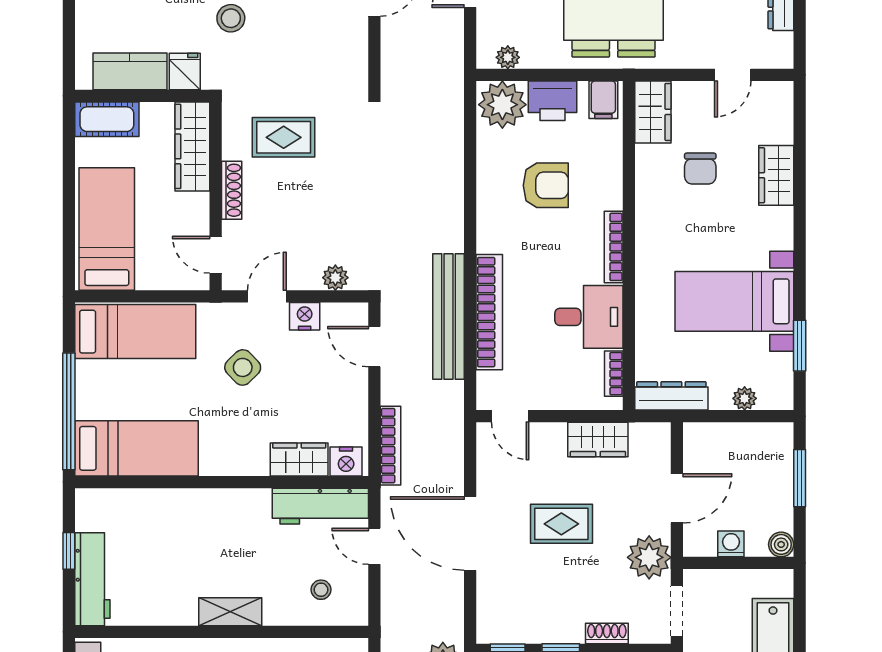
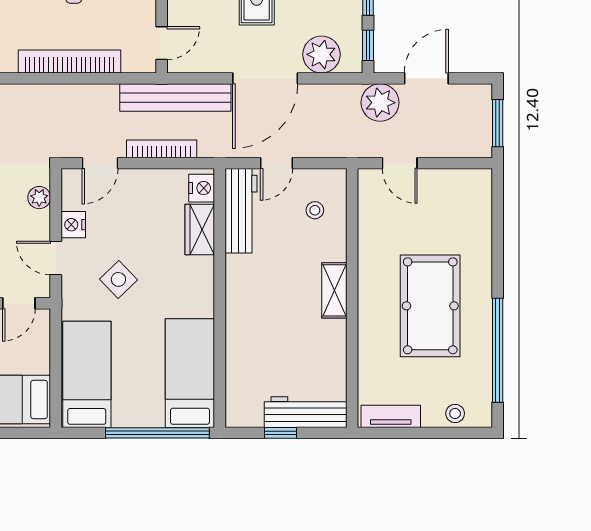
bench: (449, 316) -> (175, 97), moved
bookcase: (390, 446) -> (162, 149), moved
plant: (497, 597) -> (321, 54), added

